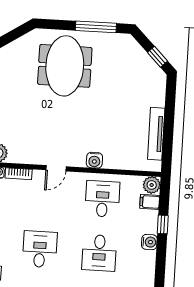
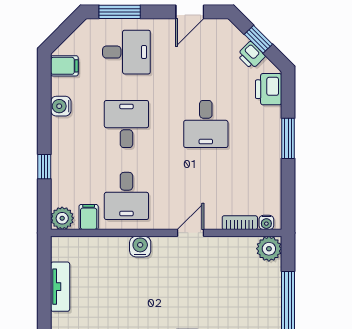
tv unit: (156, 134) -> (60, 287), width x0.71
filing cabinet: (150, 202) -> (89, 217), moved, turned -90
water cooler: (149, 242) -> (61, 106), moved

